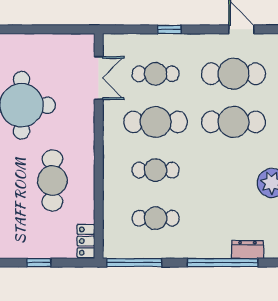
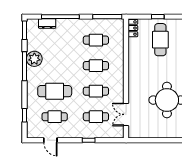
cafe table: (233, 74) -> (55, 117), width x0.73, depth x0.74
cafe table: (156, 122) -> (96, 91), width x0.73, depth x0.74
cafe table: (52, 180) -> (160, 40), moved

